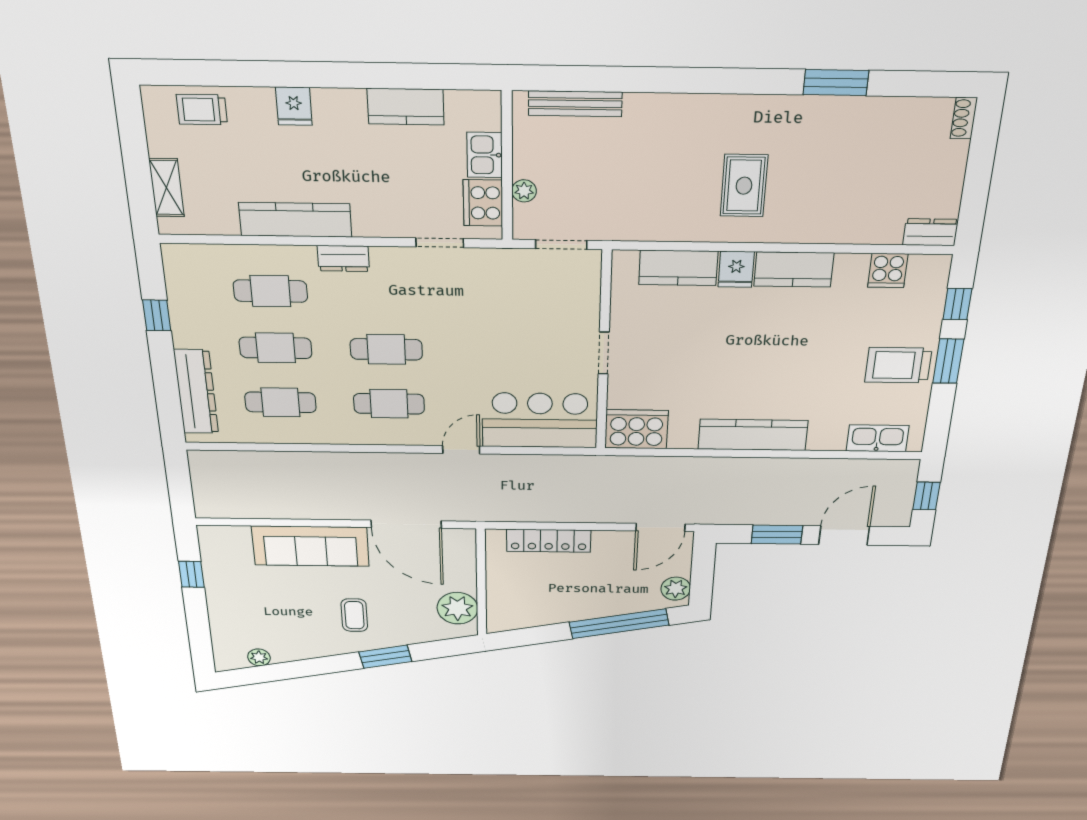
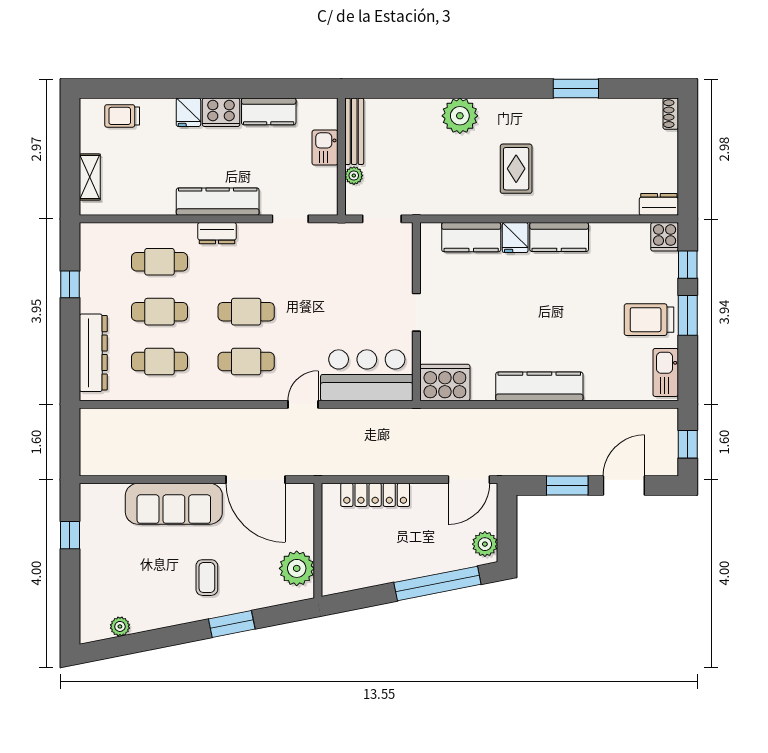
bench: (575, 104) -> (354, 131), moved, turned 90
plant: (671, 117) -> (460, 116), added
cooker: (483, 203) -> (221, 112), moved, turned -90
kitchen counter: (295, 220) -> (218, 202), moved
cooker: (888, 271) -> (665, 237), moved
kitchen sink: (878, 438) -> (666, 372), moved, turned -90

